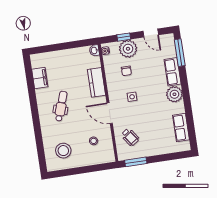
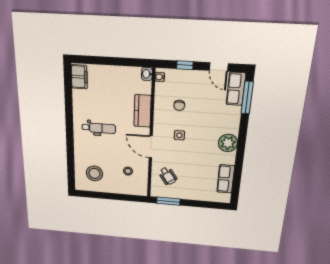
plant: (128, 49) -> (187, 80), removed
row of seats: (173, 72) -> (236, 89), moved
filing cabinet: (40, 78) -> (79, 77), moved
dental chair: (61, 106) -> (99, 128), turned 71

